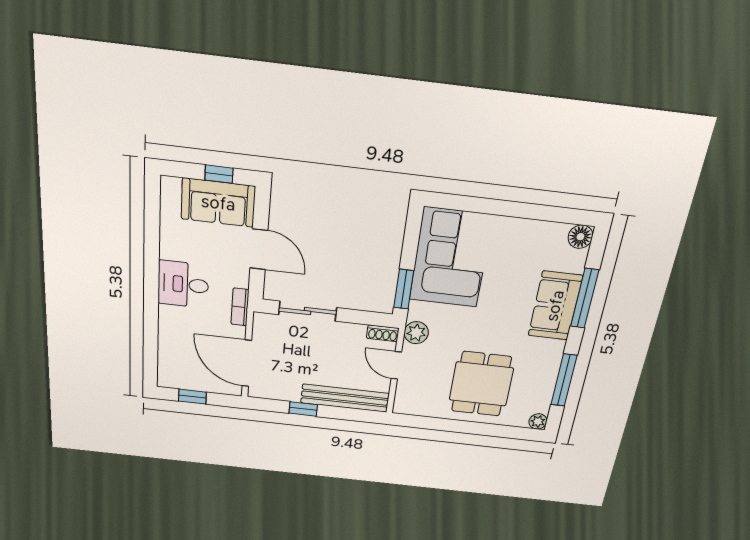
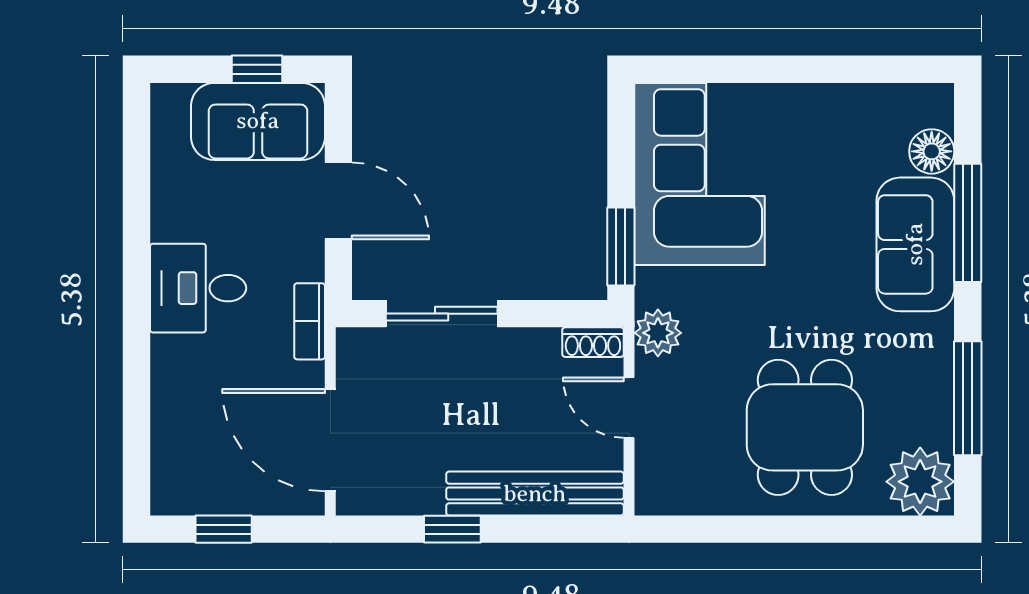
floor lamp: (580, 237) -> (932, 151), moved
plant: (538, 421) -> (920, 482), width x1.88, depth x1.88

